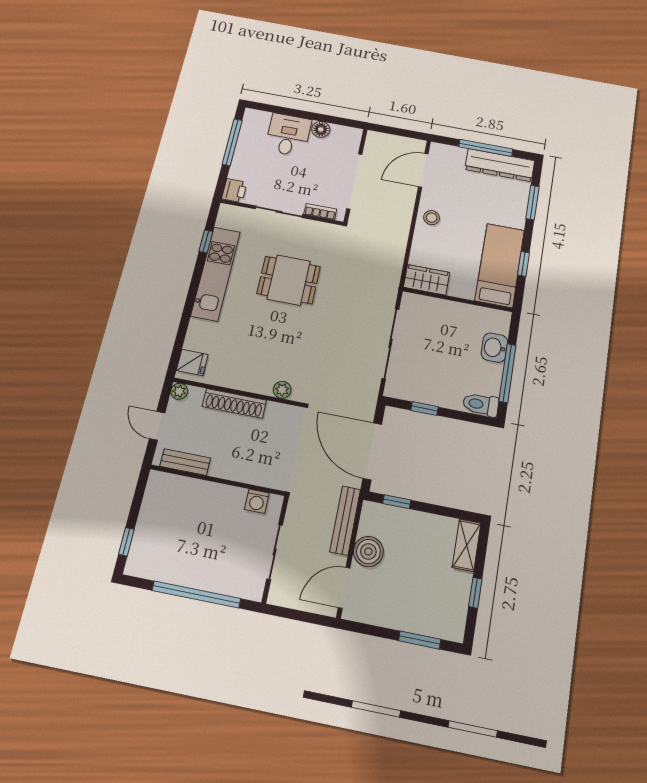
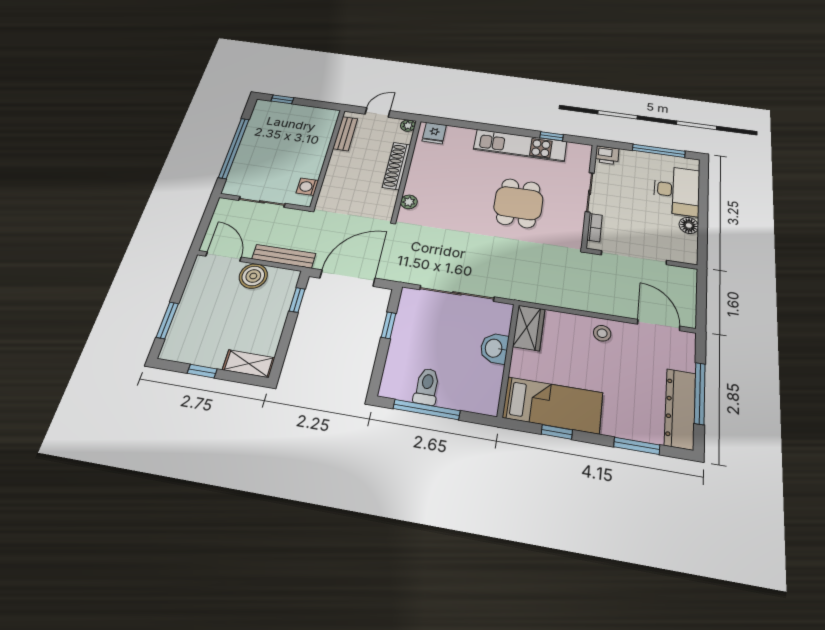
desk: (288, 135) -> (677, 191), width x1.37
washbasin: (494, 348) -> (494, 348), moved, turned -90
toilet: (481, 405) -> (427, 387), moved

